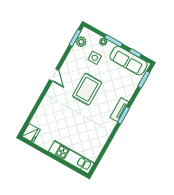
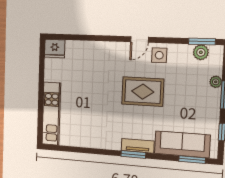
side table: (95, 58) -> (159, 55), moved
sofa: (128, 61) -> (182, 144), moved, turned 90

